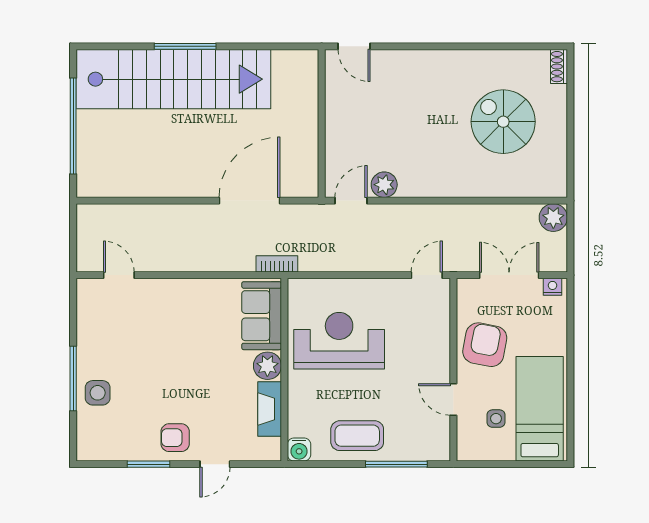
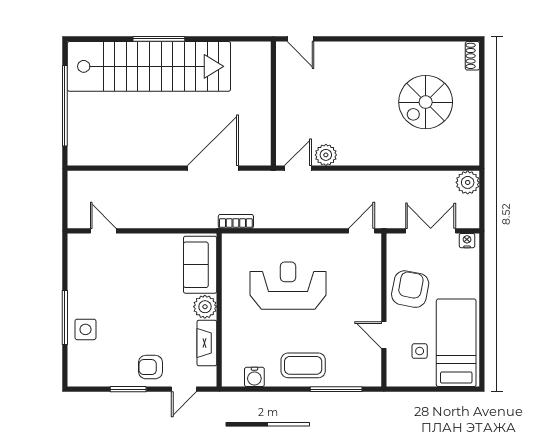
spiral stairs: (503, 122) -> (426, 102), turned -90
sofa: (262, 316) -> (200, 265), moved
plant: (267, 366) -> (205, 307), moved
wall: (284, 370) -> (219, 310), moved
fireplace: (270, 409) -> (207, 343), moved

